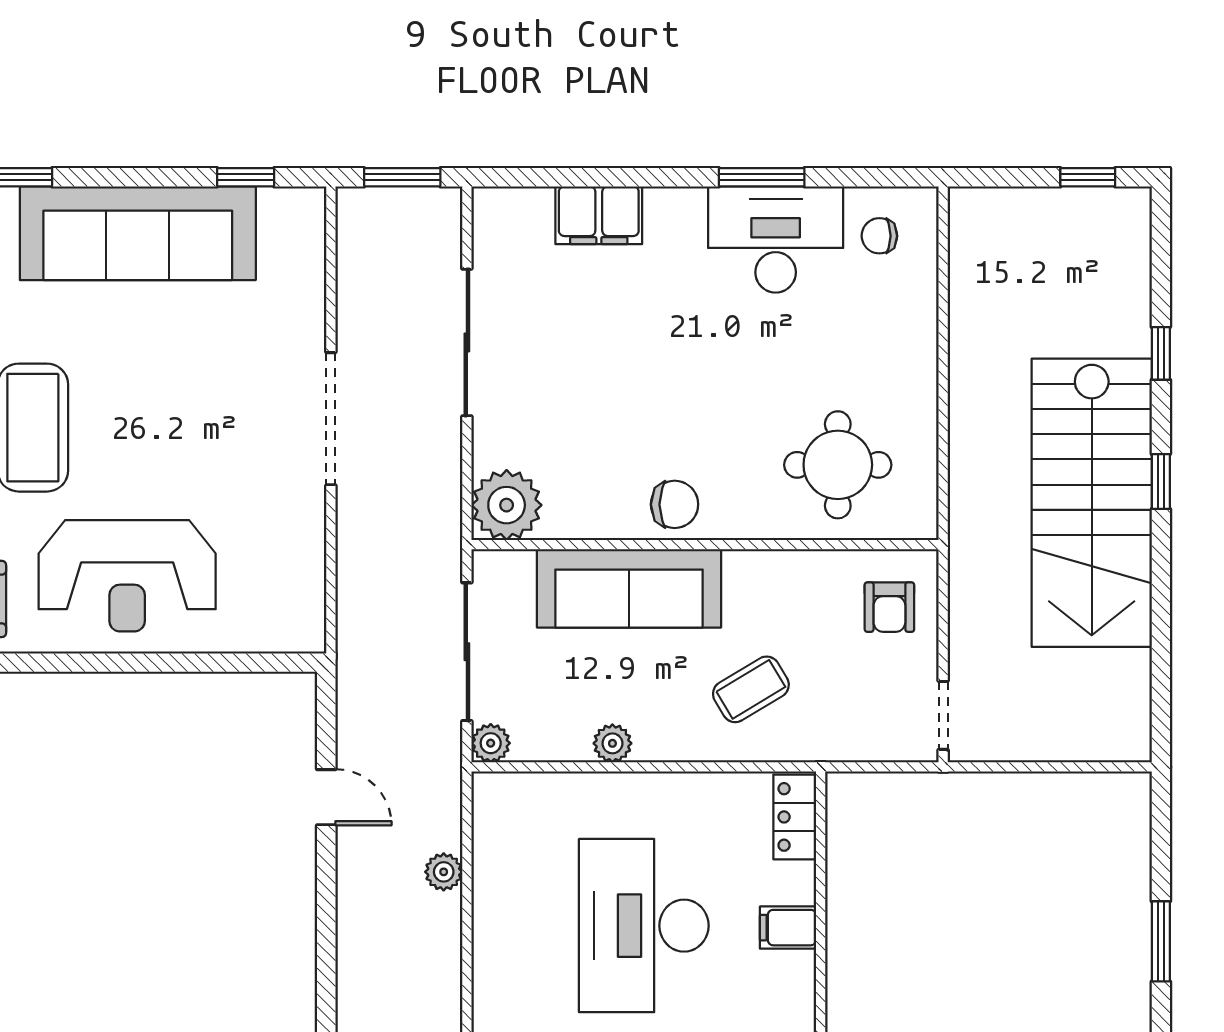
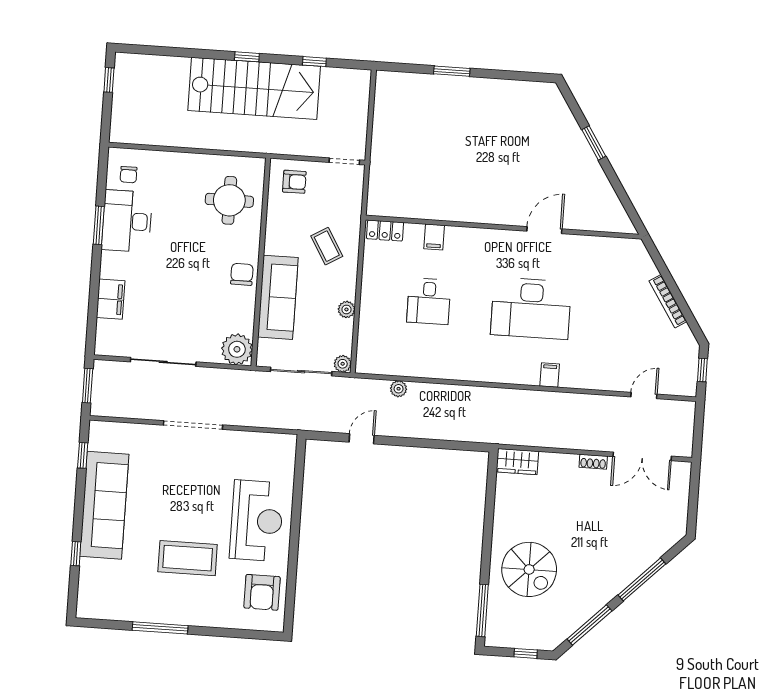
window: (1161, 353) -> (314, 62), moved
desk: (644, 926) -> (429, 301), width x0.53, depth x0.77

